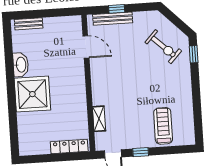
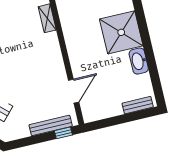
window: (117, 9) -> (63, 133), moved
door: (86, 47) -> (74, 91), swing flipped

